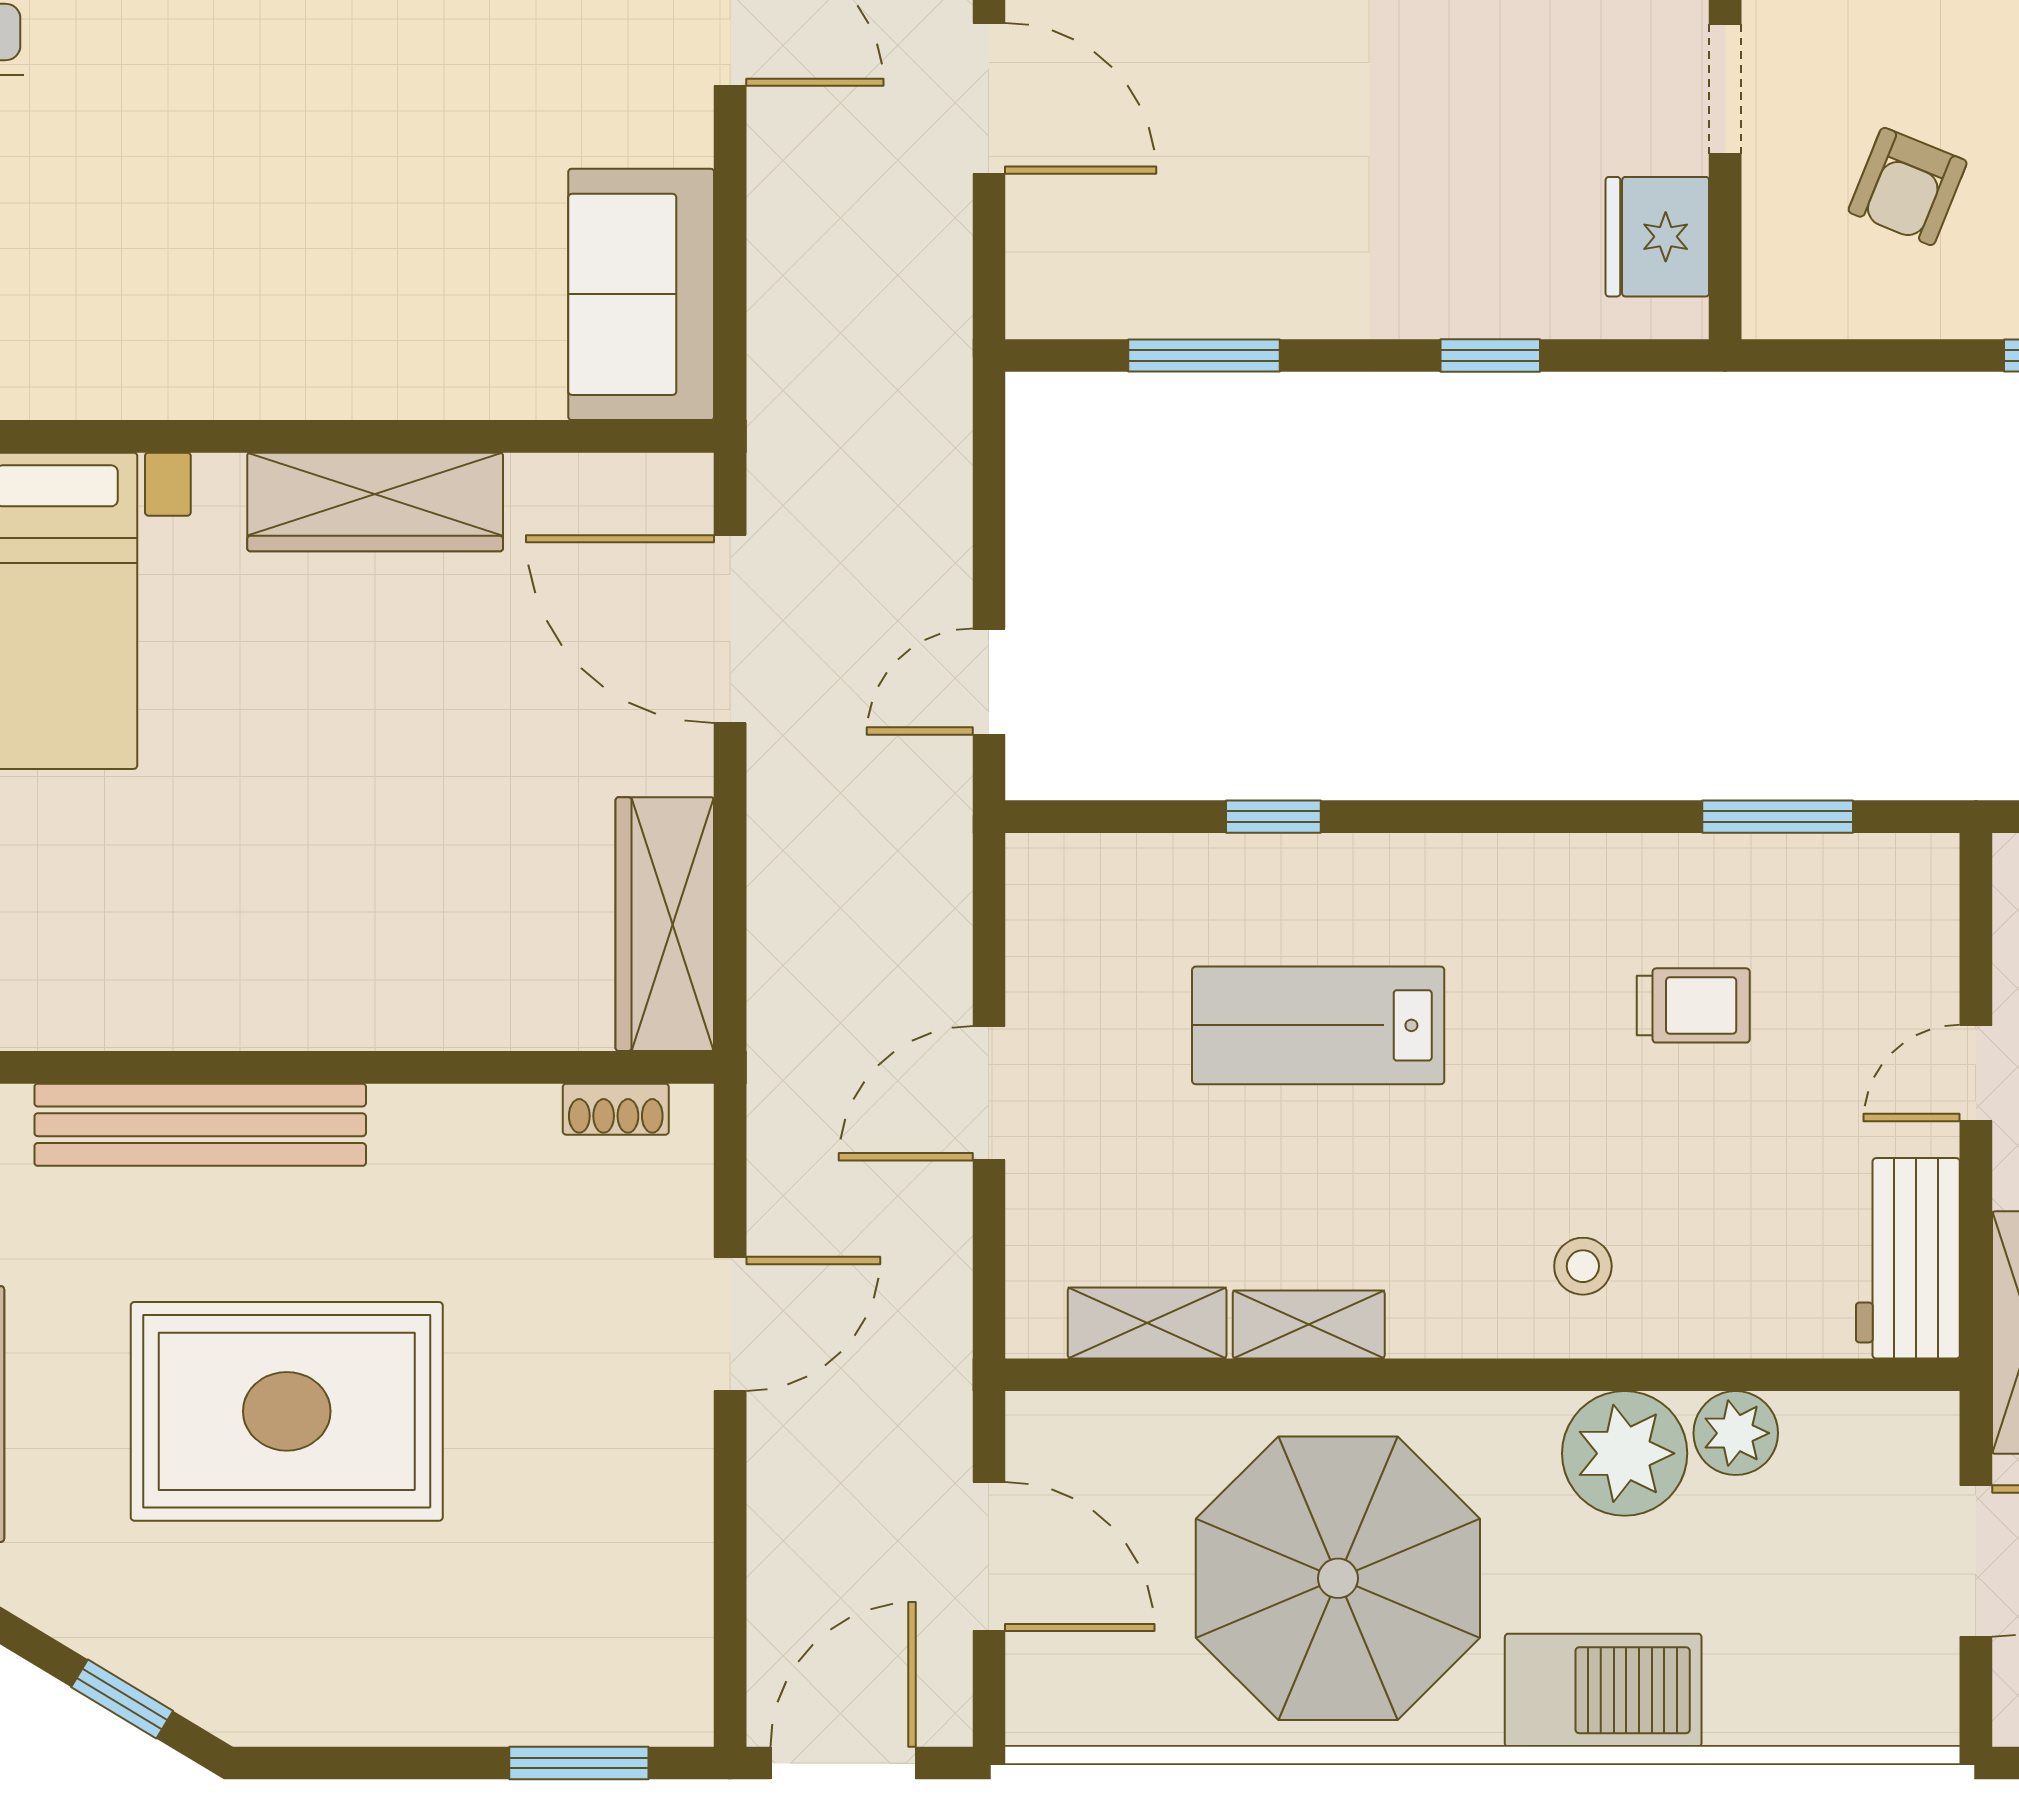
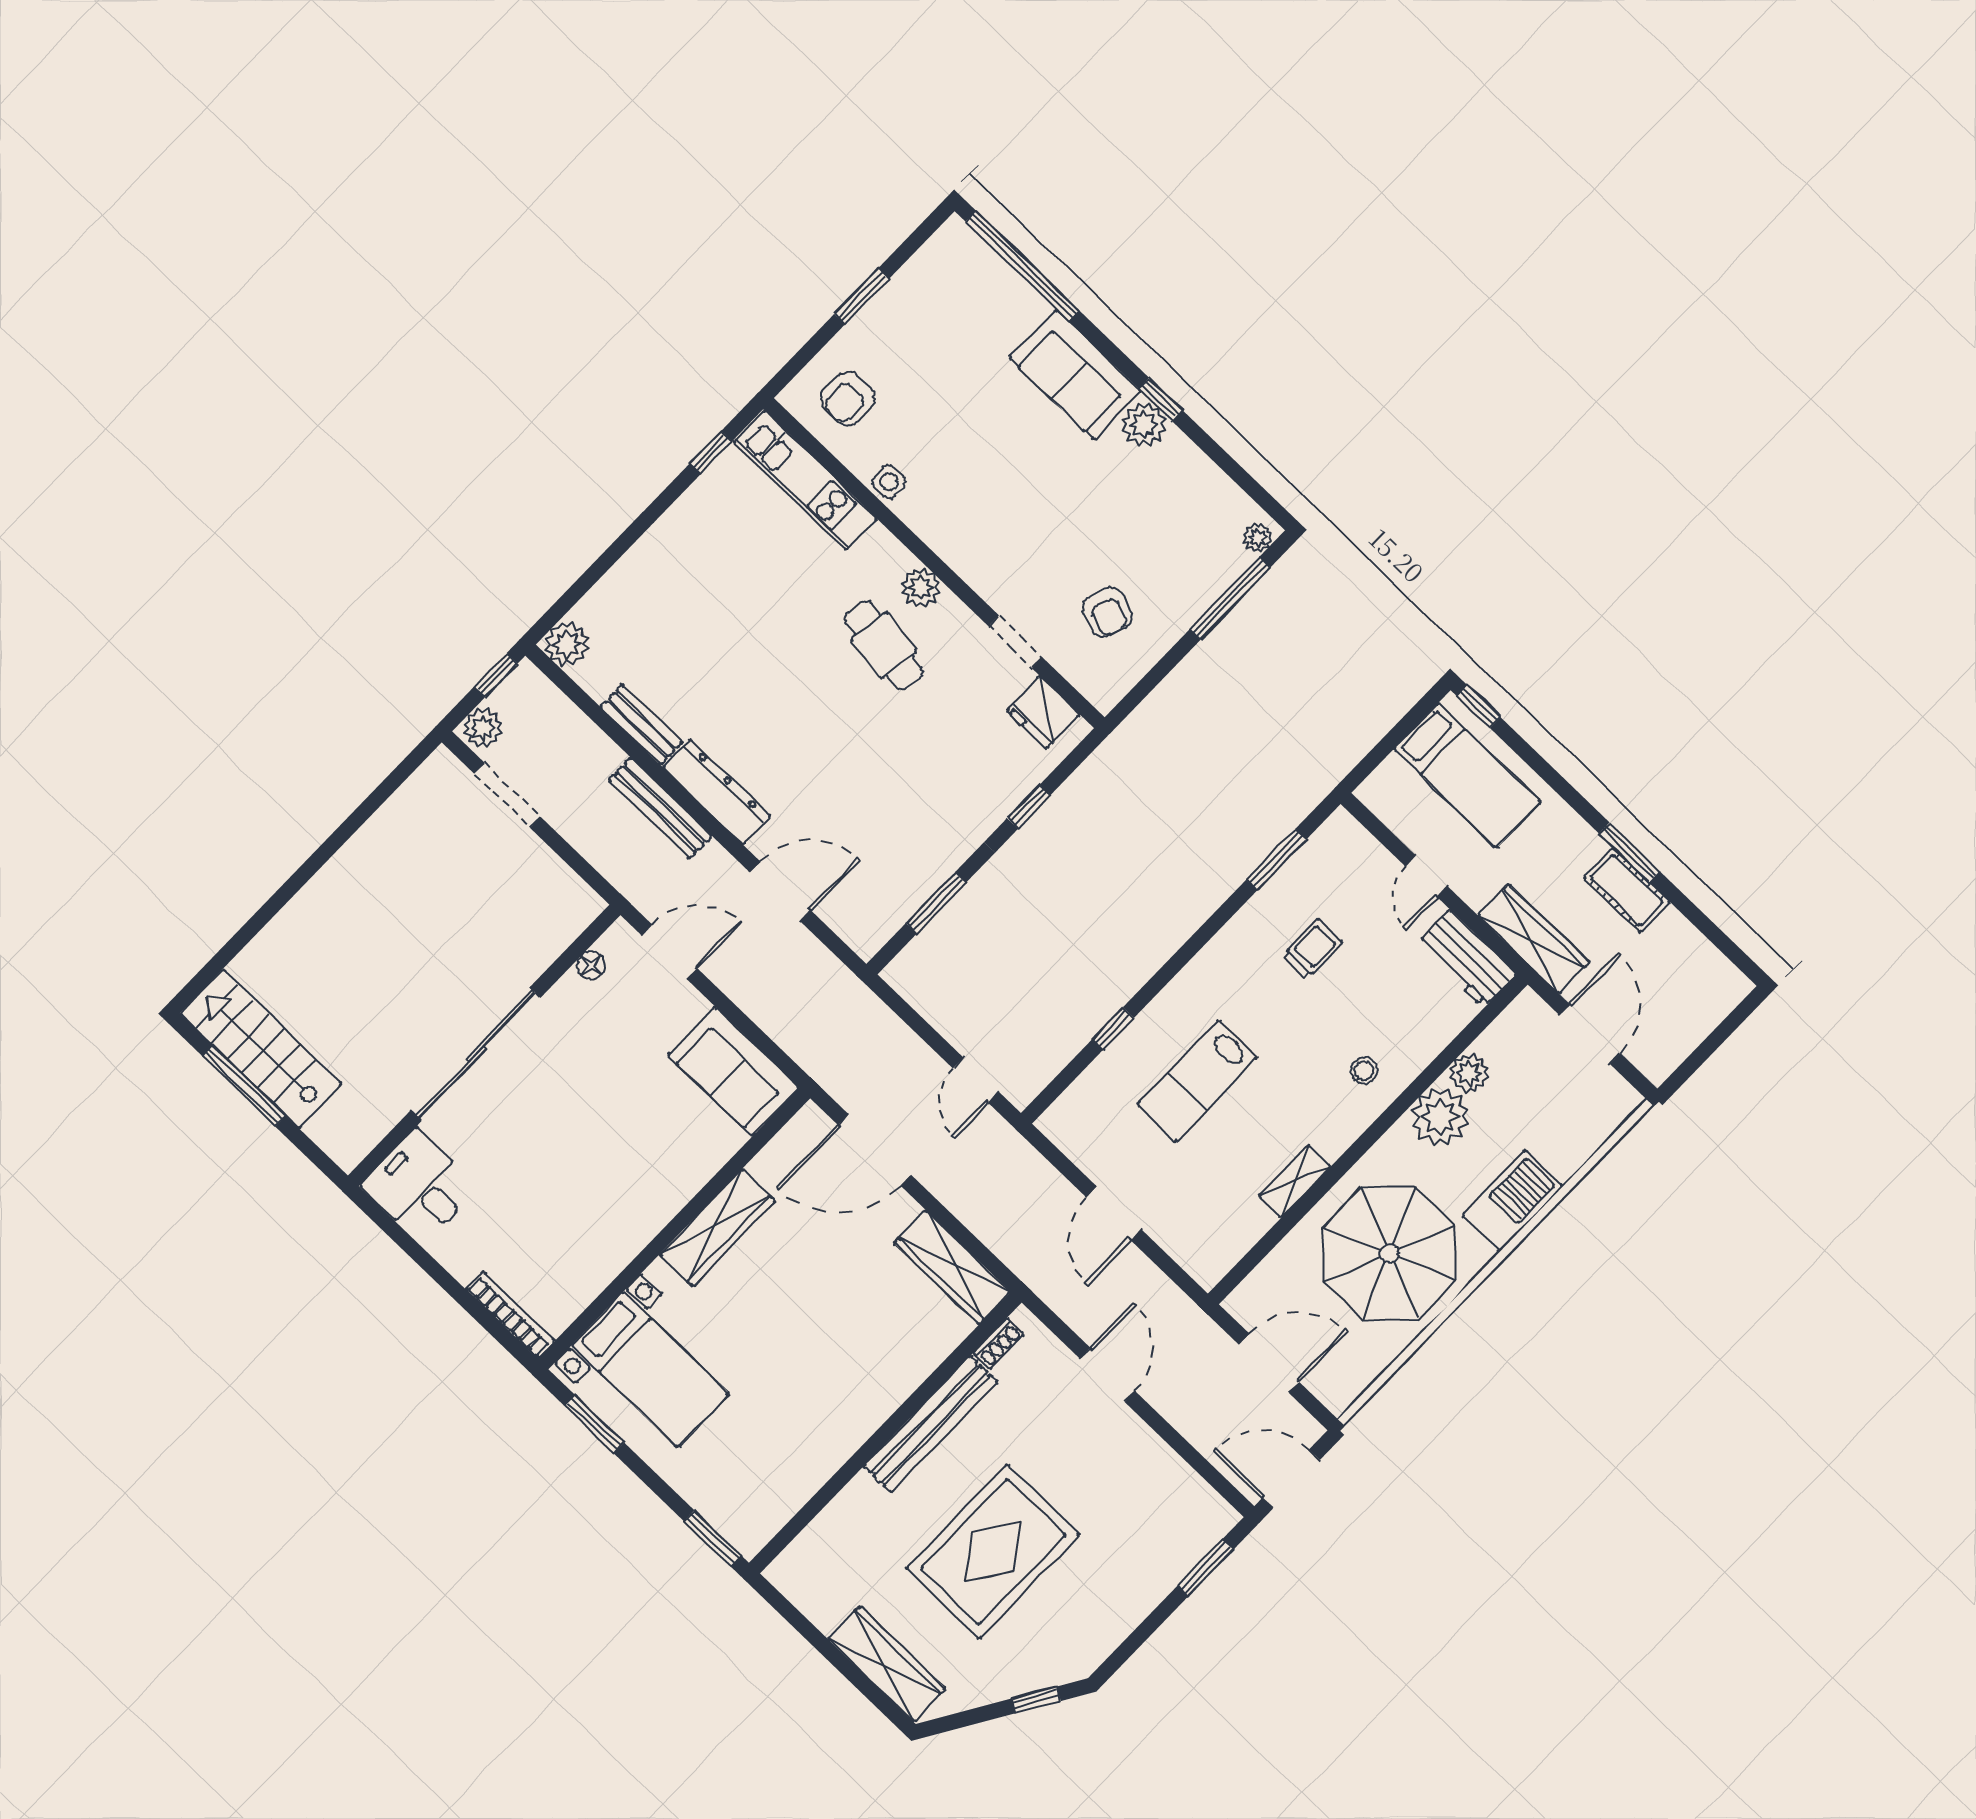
bench: (200, 1125) -> (931, 1424), moved
shelving: (1147, 1323) -> (1242, 1235), removed
door: (843, 1763) -> (1291, 1479), hinge flipped

